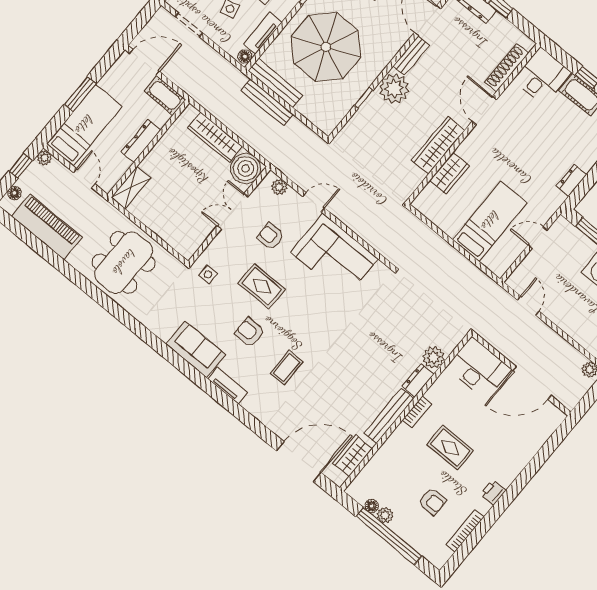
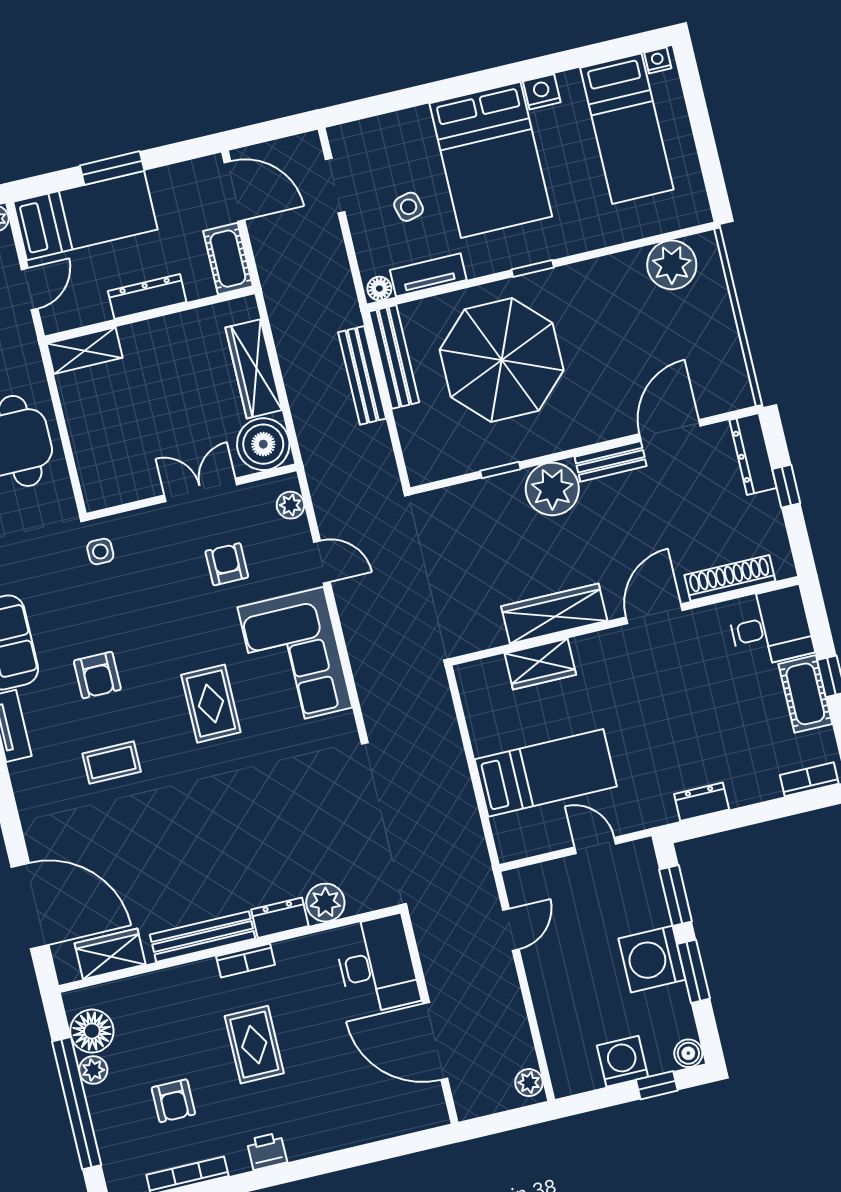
rug: (262, 286) -> (211, 704), moved
armchair: (250, 332) -> (97, 675), turned 180
floor lamp: (372, 506) -> (92, 1031), width x1.89, depth x1.89

